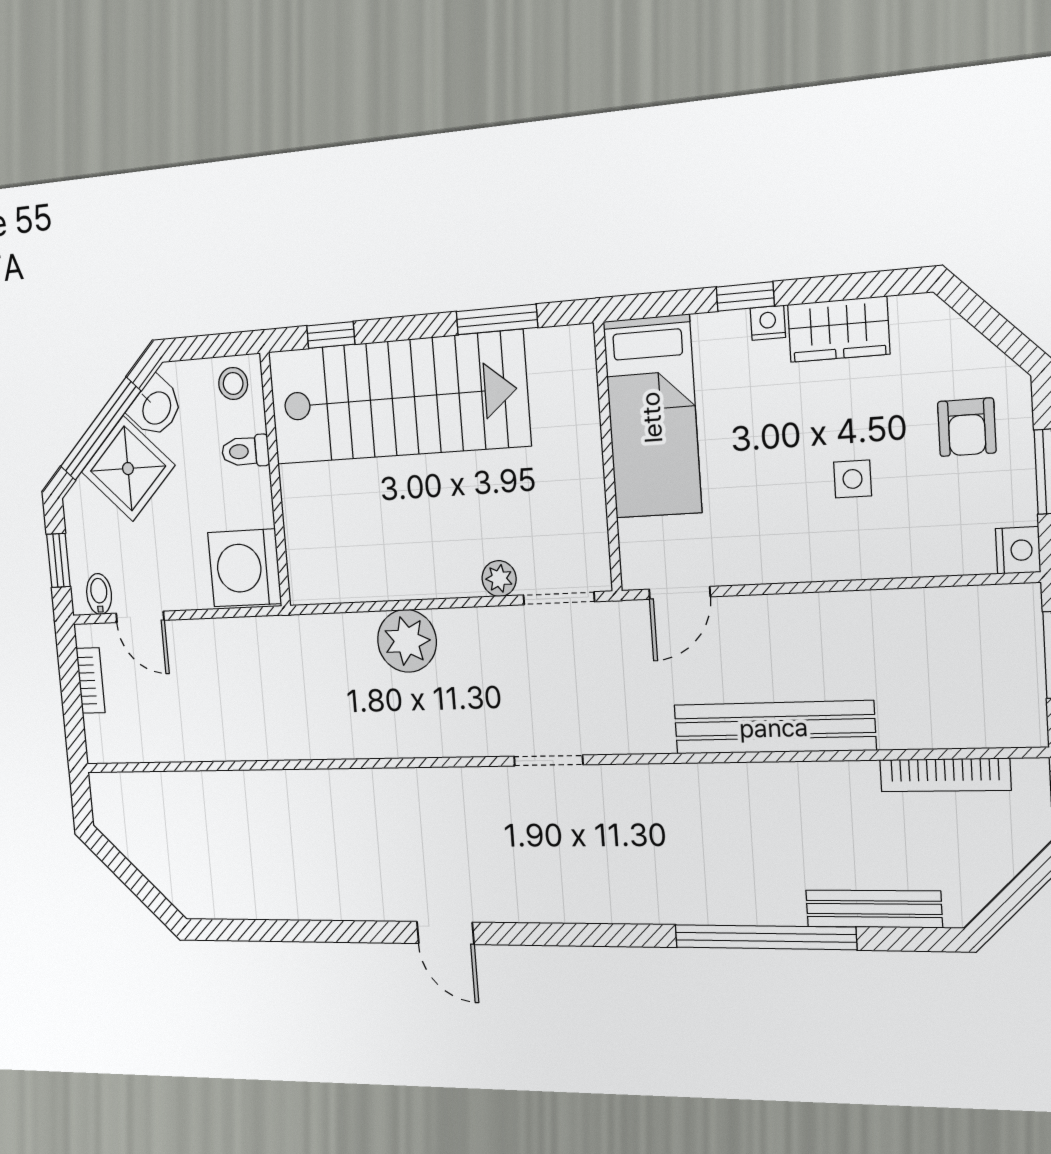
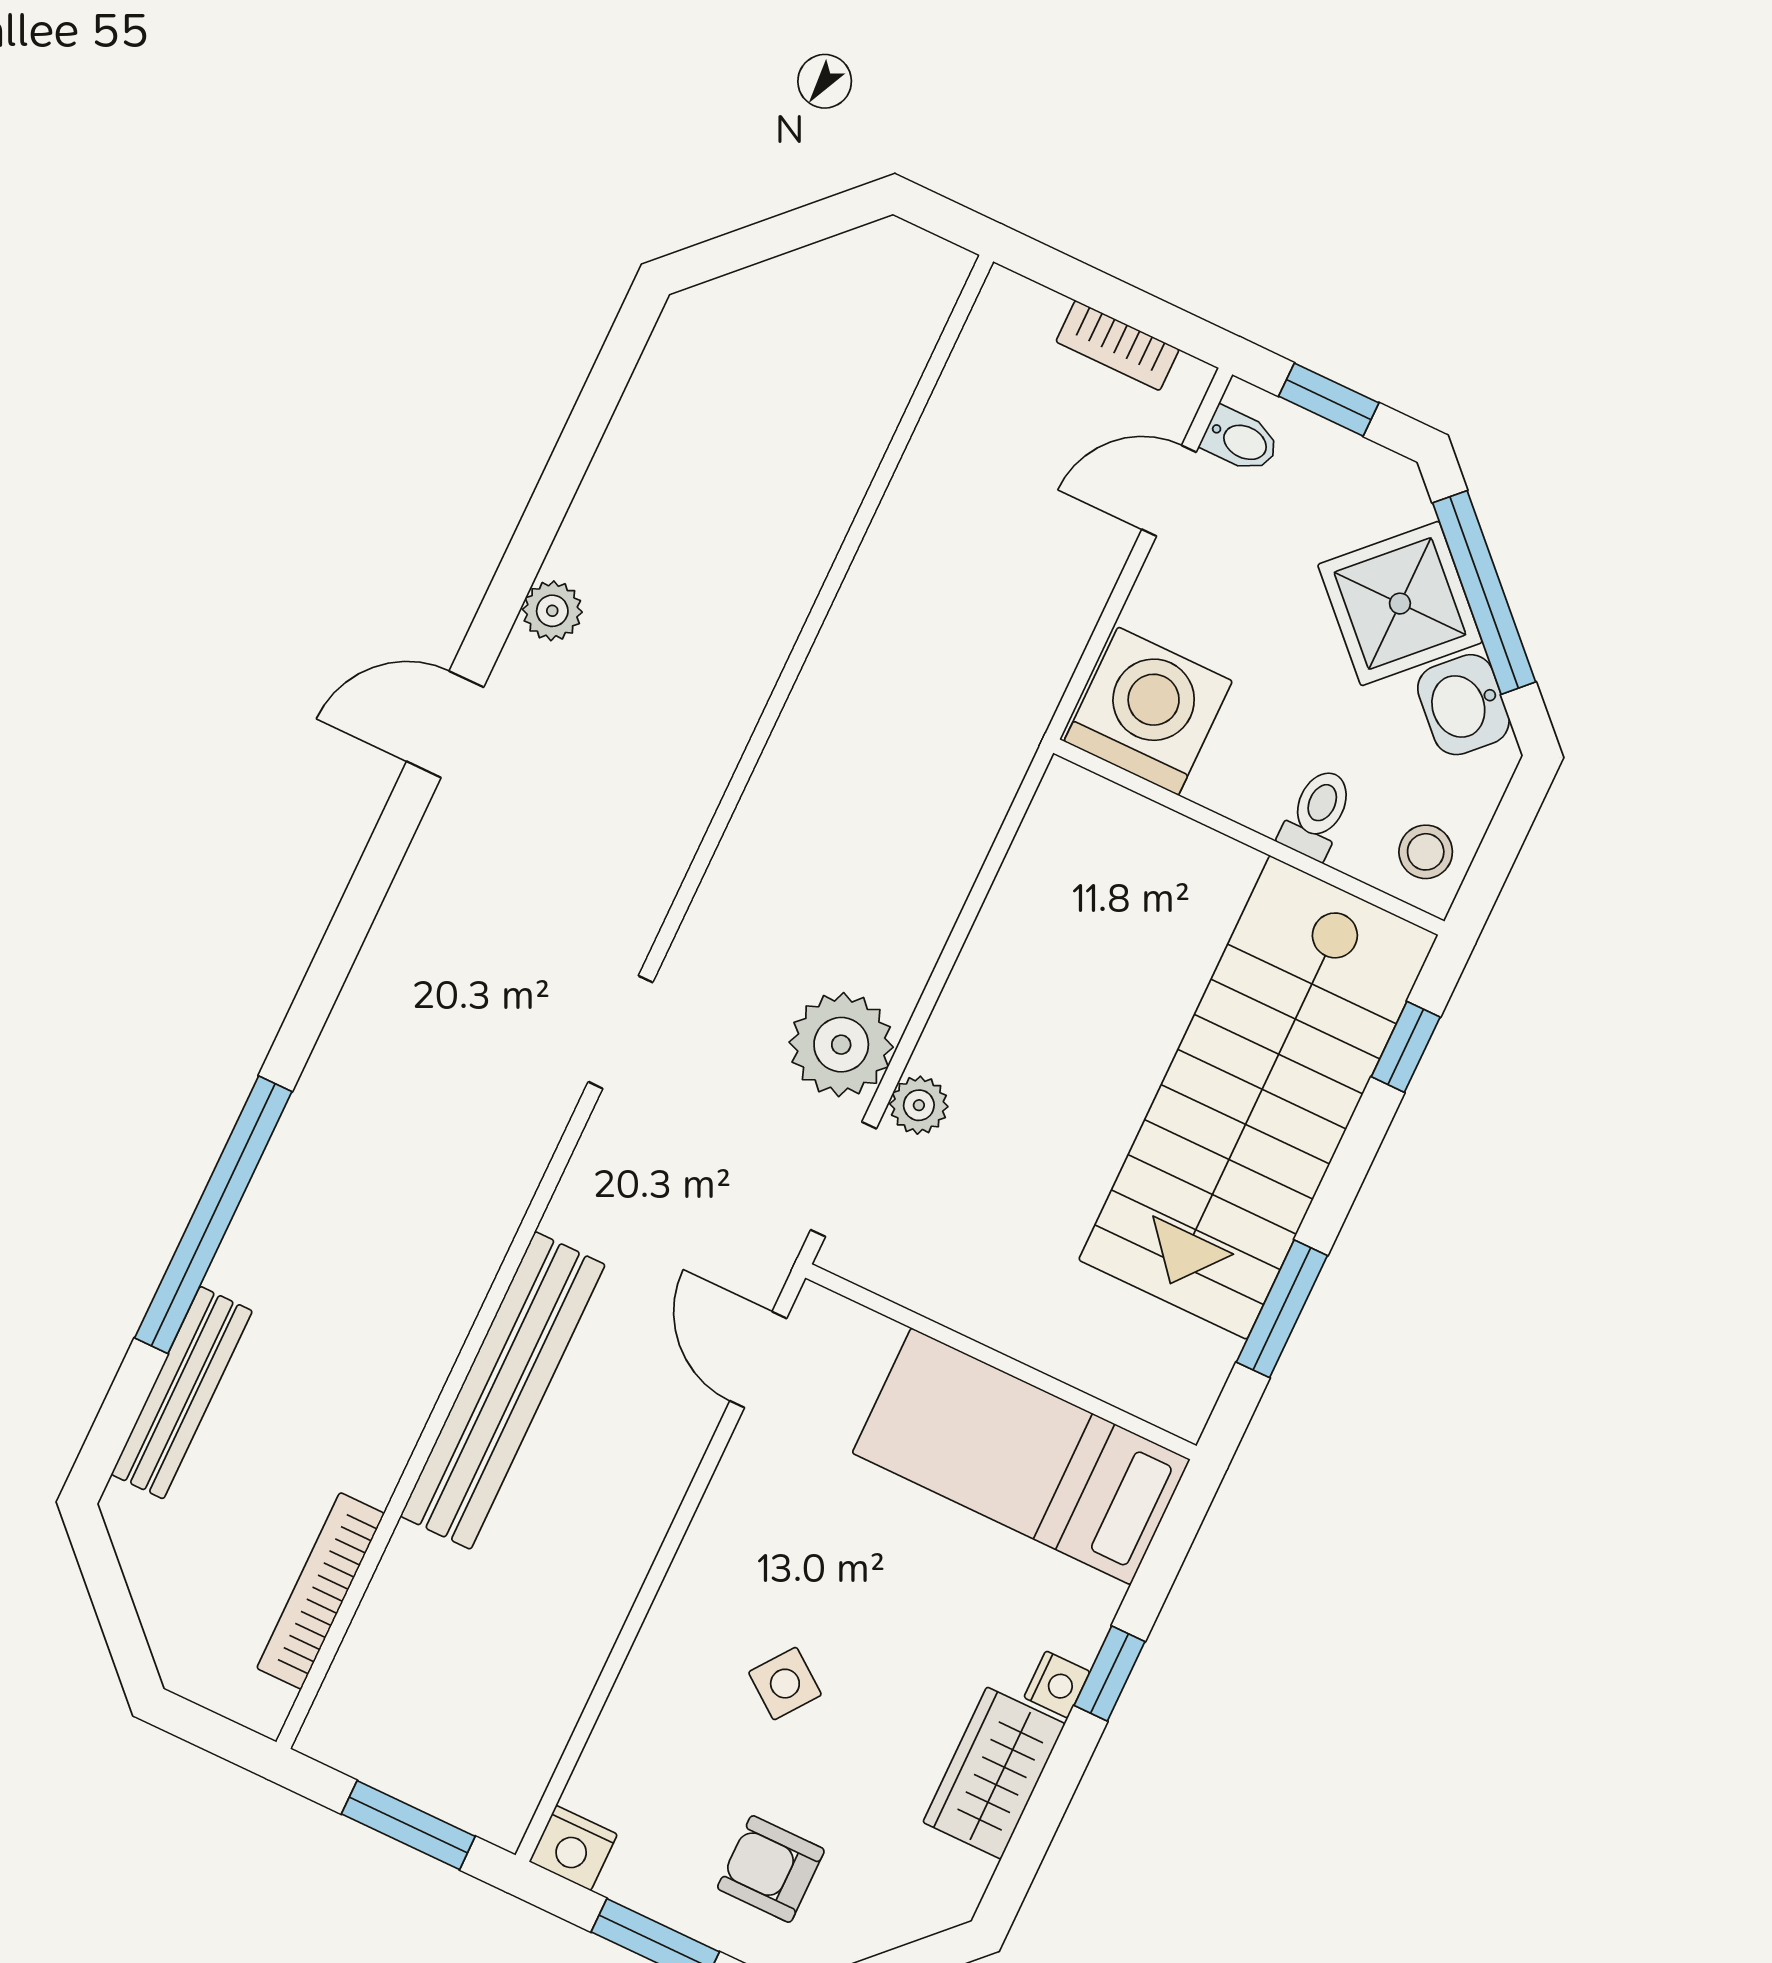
side table: (853, 479) -> (785, 1684), turned 37
plant: (407, 641) -> (841, 1045), moved
plant: (361, 904) -> (552, 611), added

